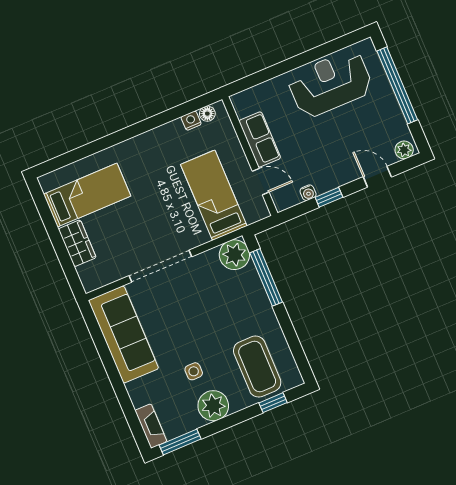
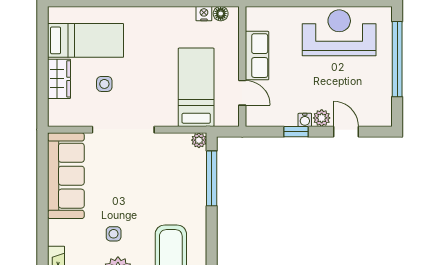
plant: (404, 150) -> (322, 118), moved
water cooler: (308, 193) -> (305, 120), moved
side table: (123, 230) -> (104, 84), added
plant: (234, 255) -> (199, 140), width x0.53, depth x0.53

